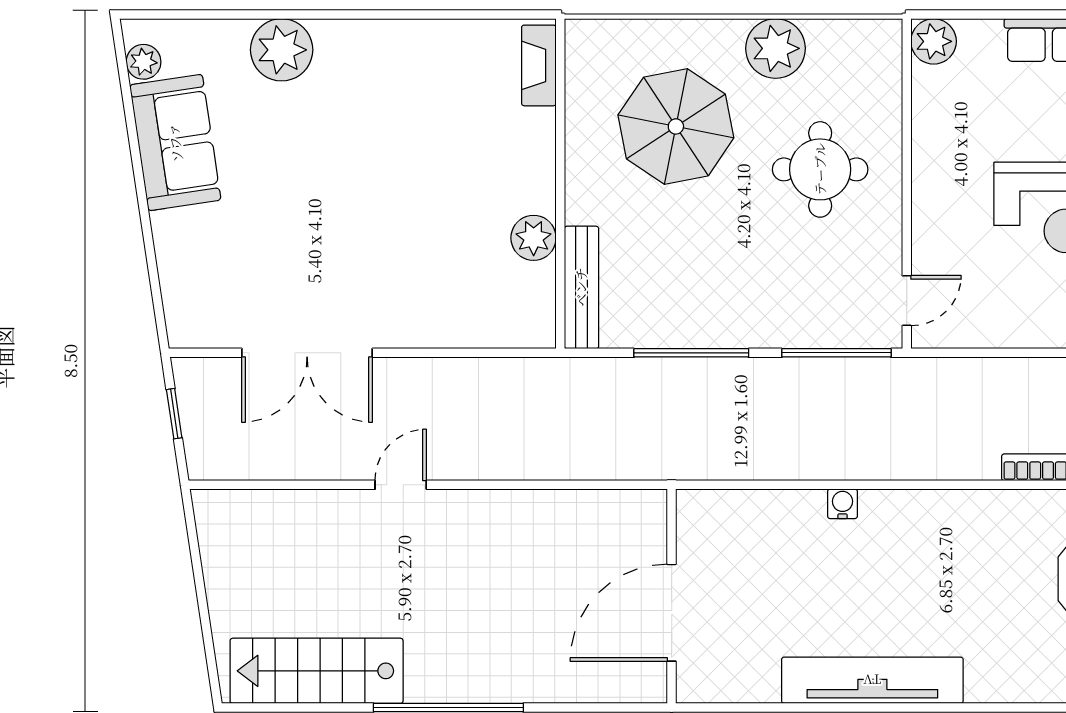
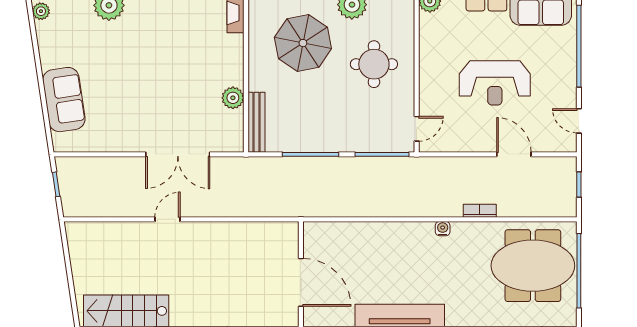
sofa: (175, 143) -> (64, 100), moved
double door: (307, 353) -> (178, 154), moved
water cooler: (842, 504) -> (443, 229), moved
door: (672, 613) -> (301, 282), swing flipped

